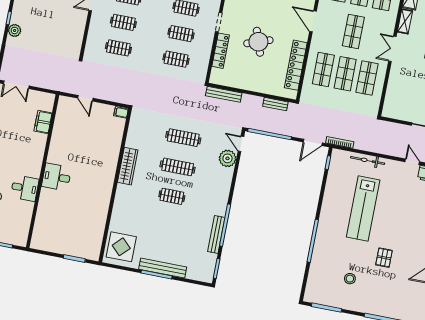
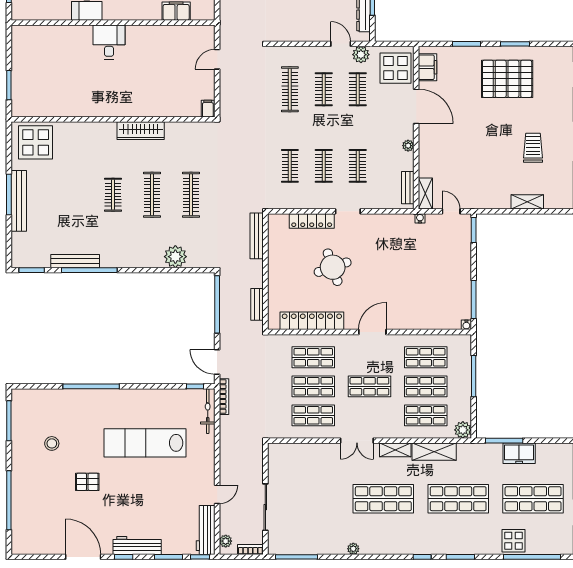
clothes rail: (118, 48) -> (290, 89), width x1.36
double door: (392, 49) -> (357, 441), swing flipped
door: (241, 144) -> (197, 270), removed
bicycle: (368, 160) -> (208, 411), moved

